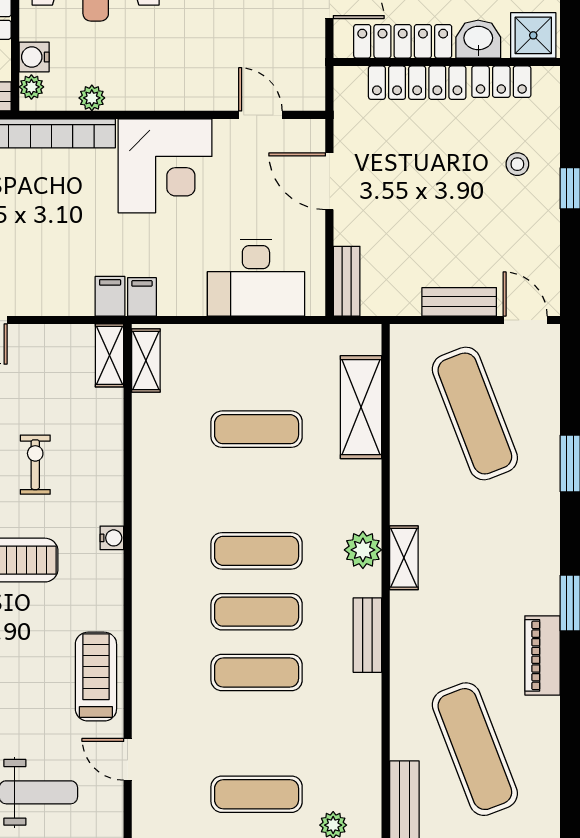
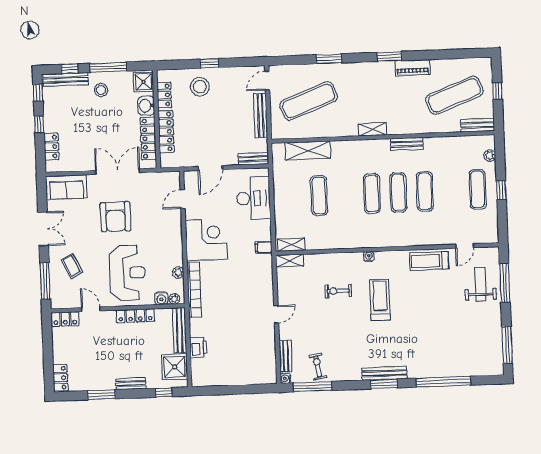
stool: (517, 164) -> (200, 87), width x1.89, depth x1.89
filing cabinet: (110, 296) -> (264, 261), removed
bench: (459, 302) -> (261, 116), width x1.36
plant: (363, 550) -> (370, 147), removed

